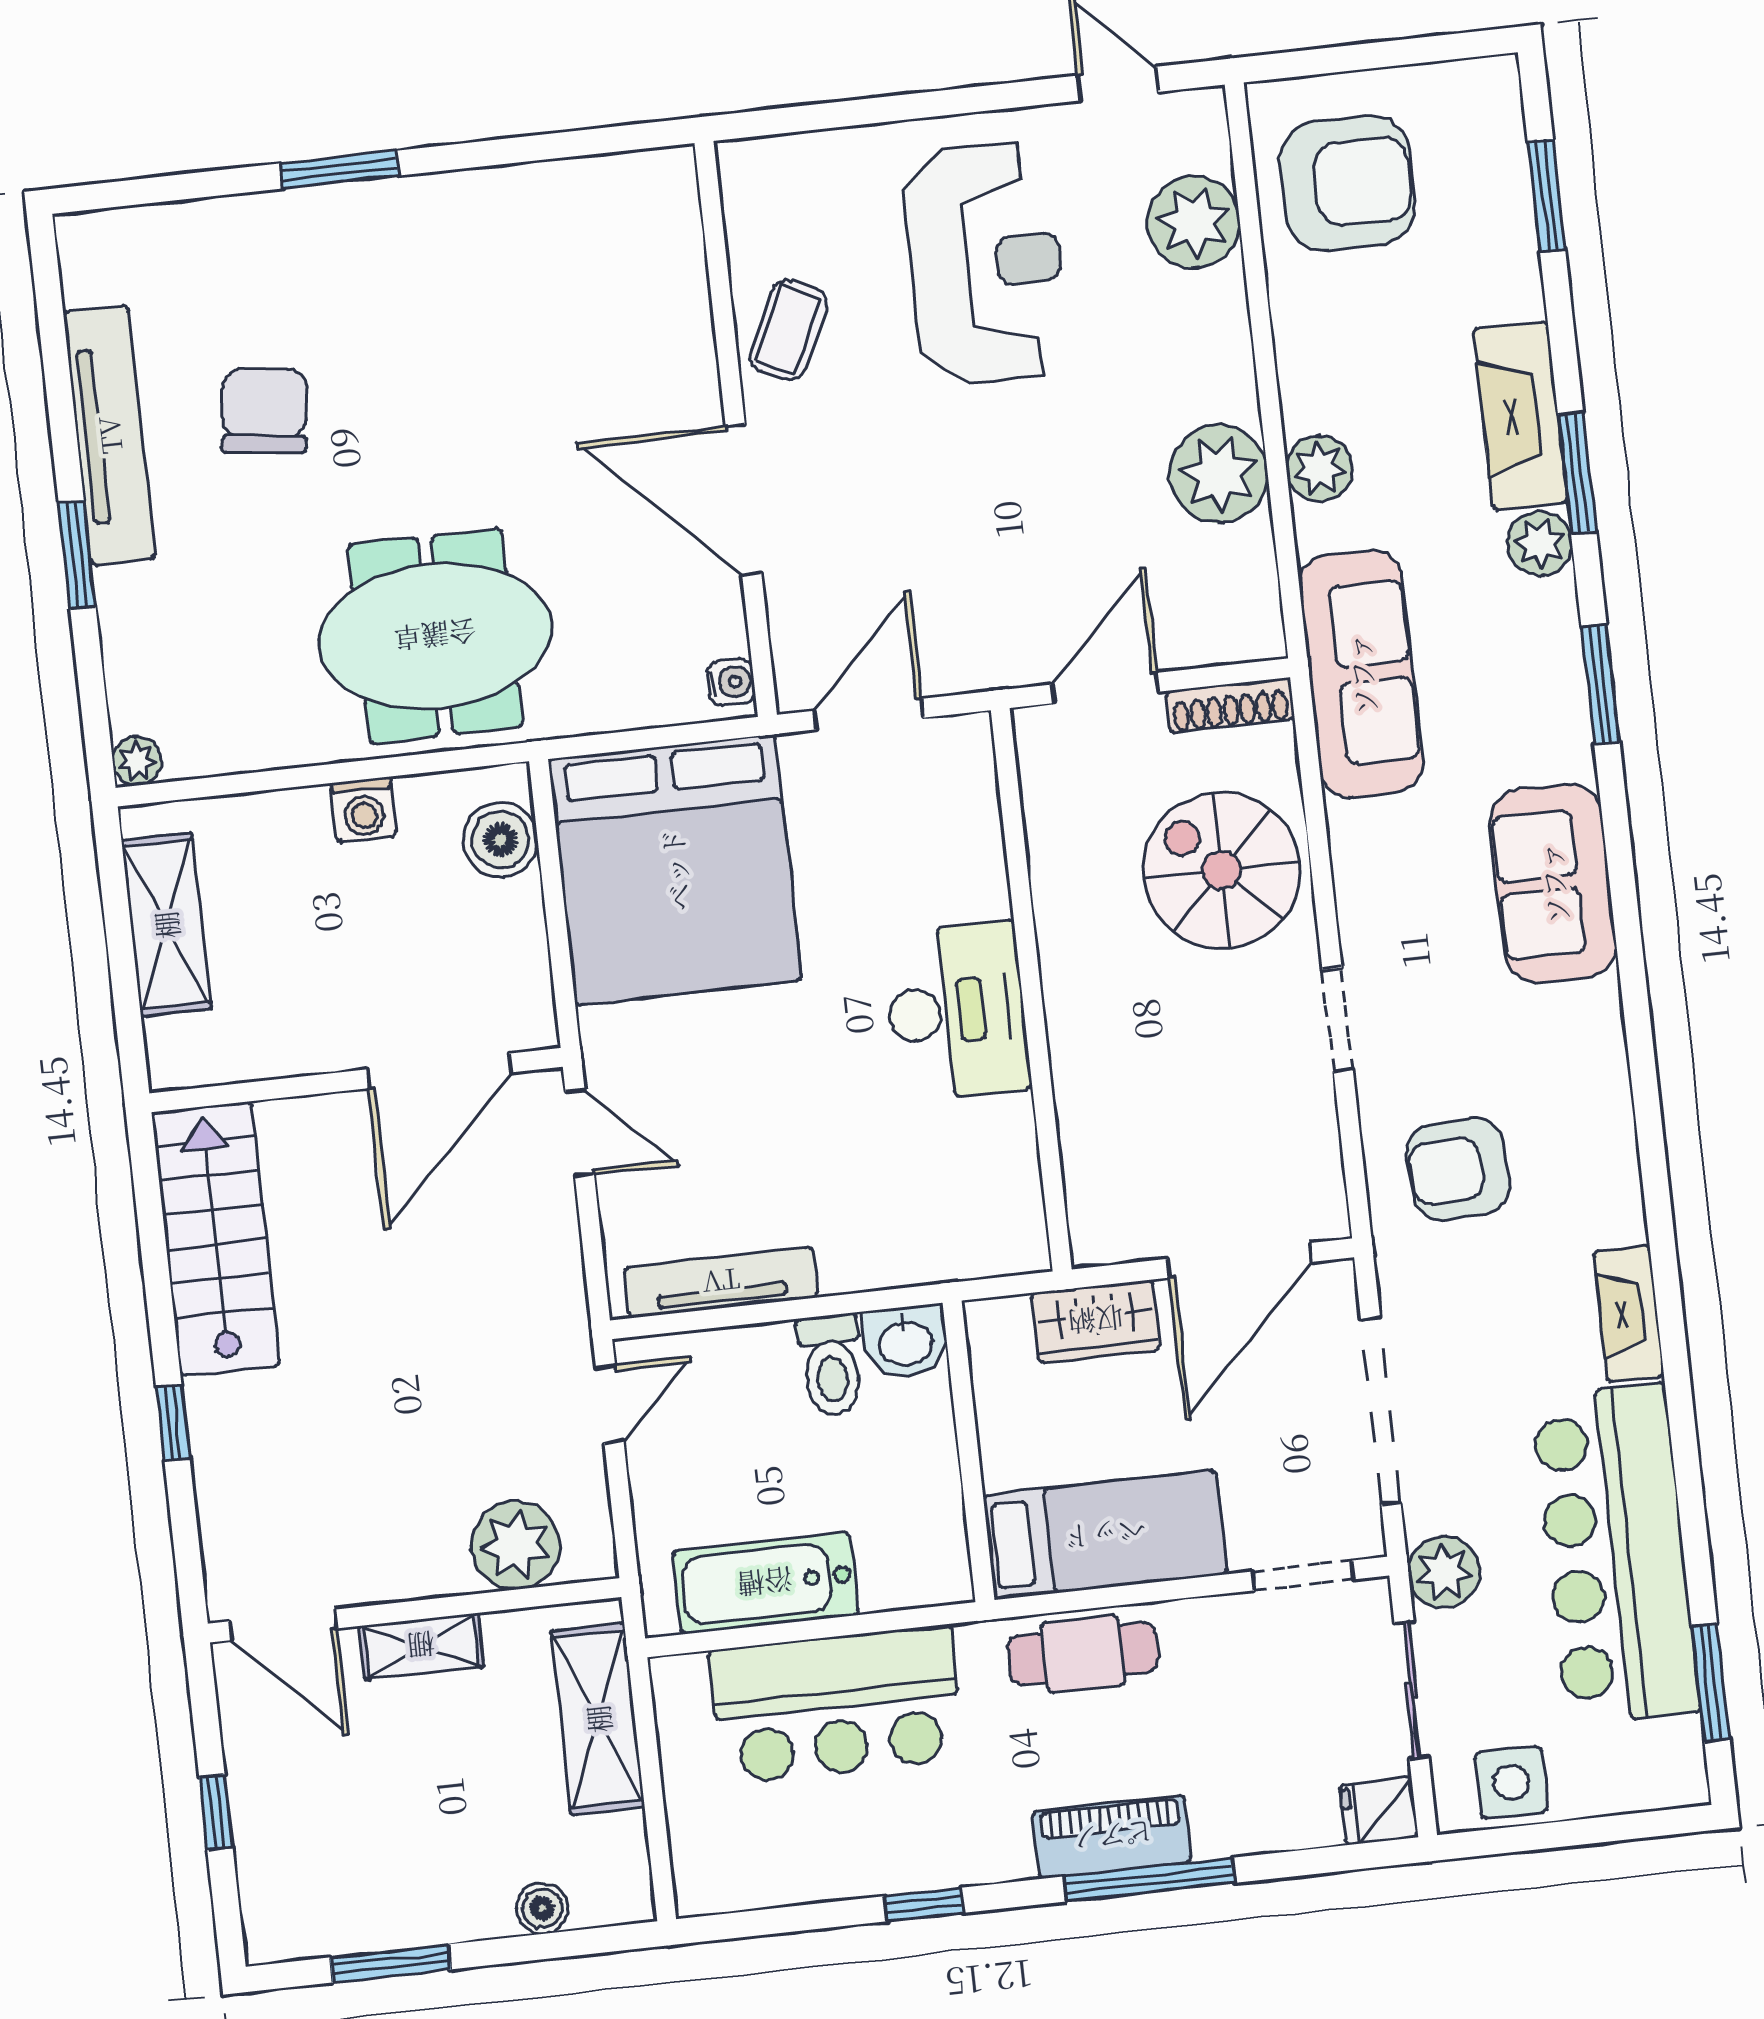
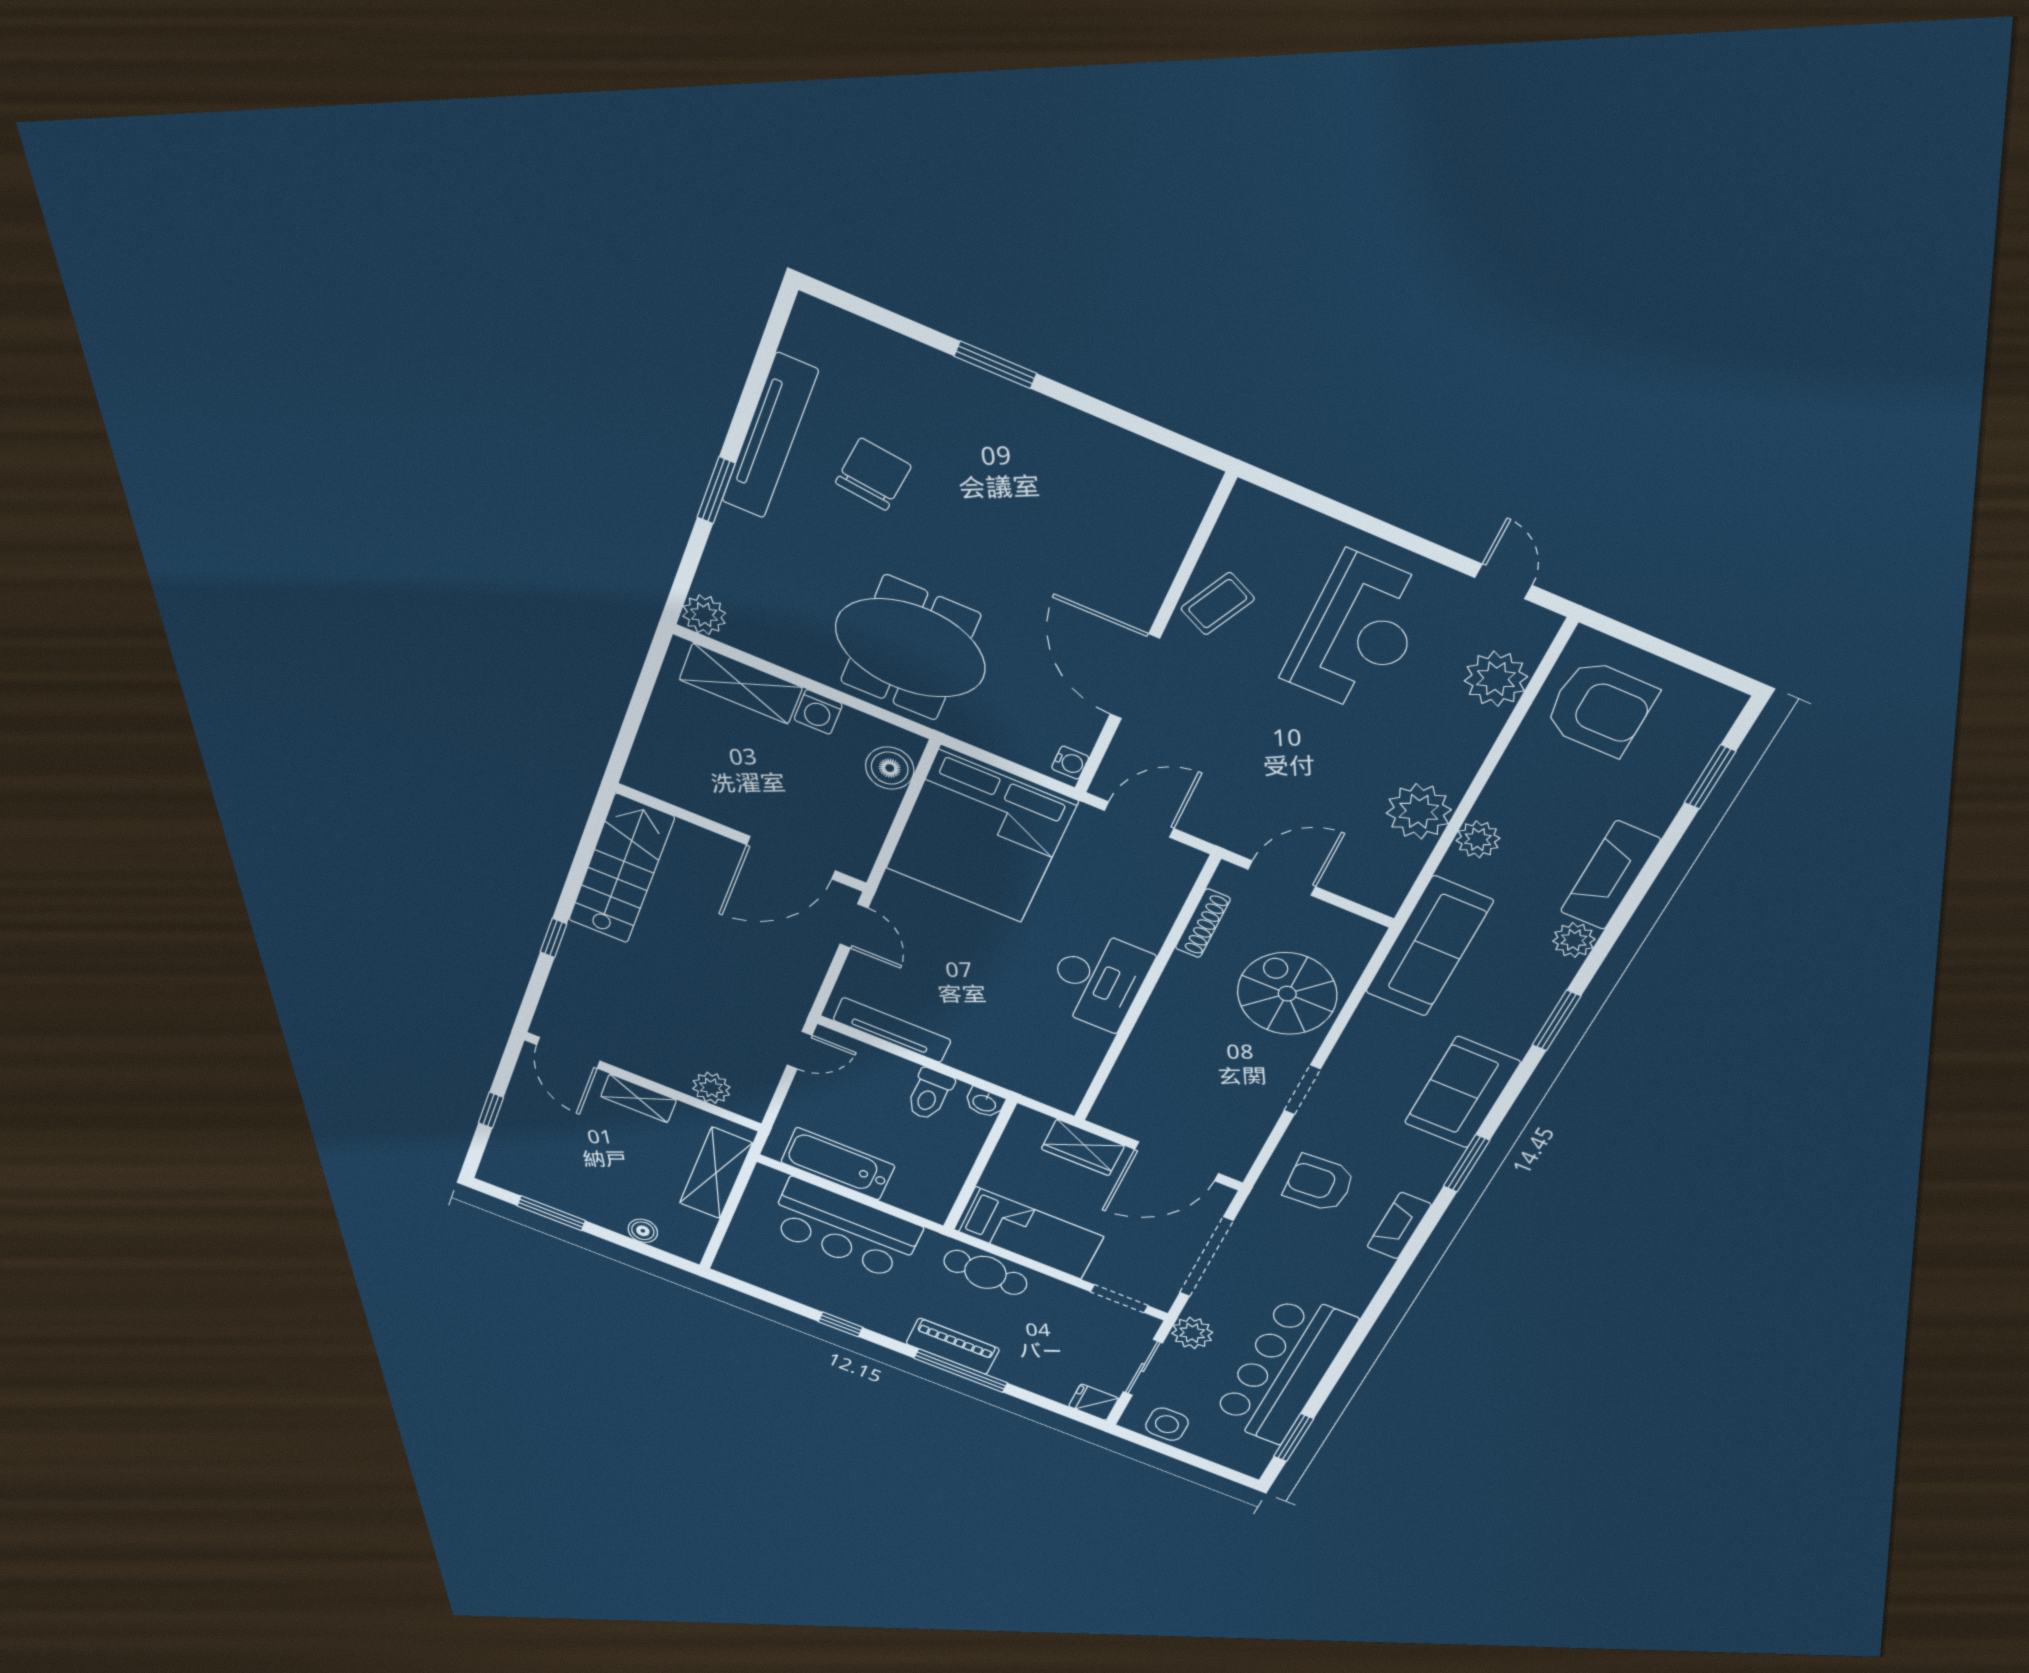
window: (1577, 473) -> (1466, 1163), moved
shoe rack: (1230, 705) -> (1203, 923), moved, turned -90
plant: (137, 761) -> (704, 615), width x1.38, depth x1.38
shelving: (166, 925) -> (741, 684), moved, turned 90
fireplace: (1629, 1314) -> (1399, 1226), moved
washbasin: (905, 1342) -> (985, 1103), width x0.72, depth x0.69
plant: (516, 1545) -> (711, 1088), width x0.73, depth x0.73

